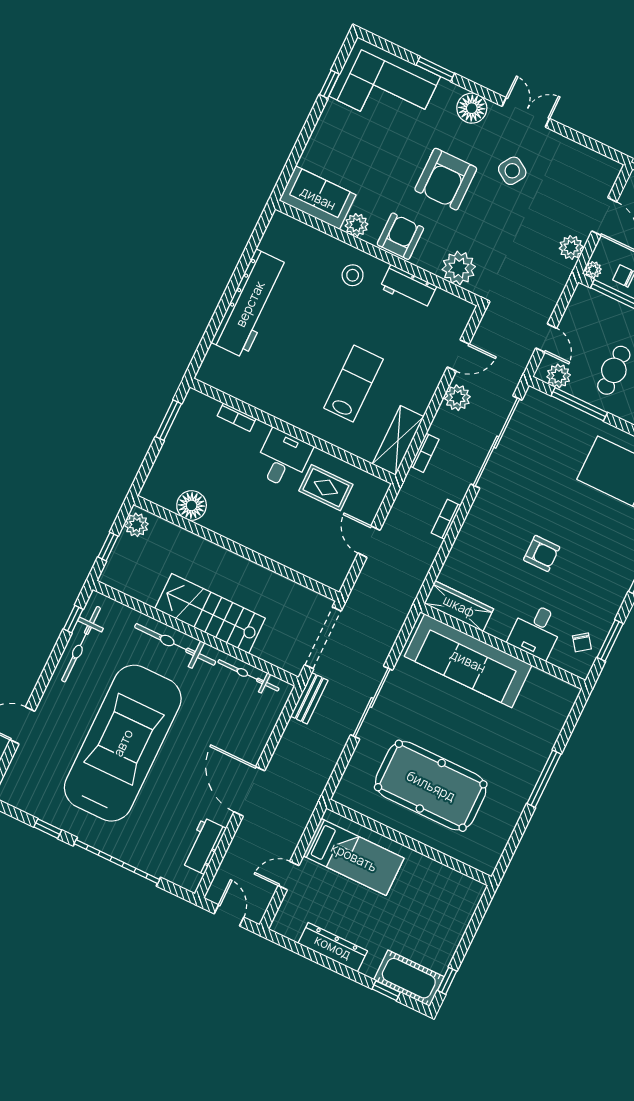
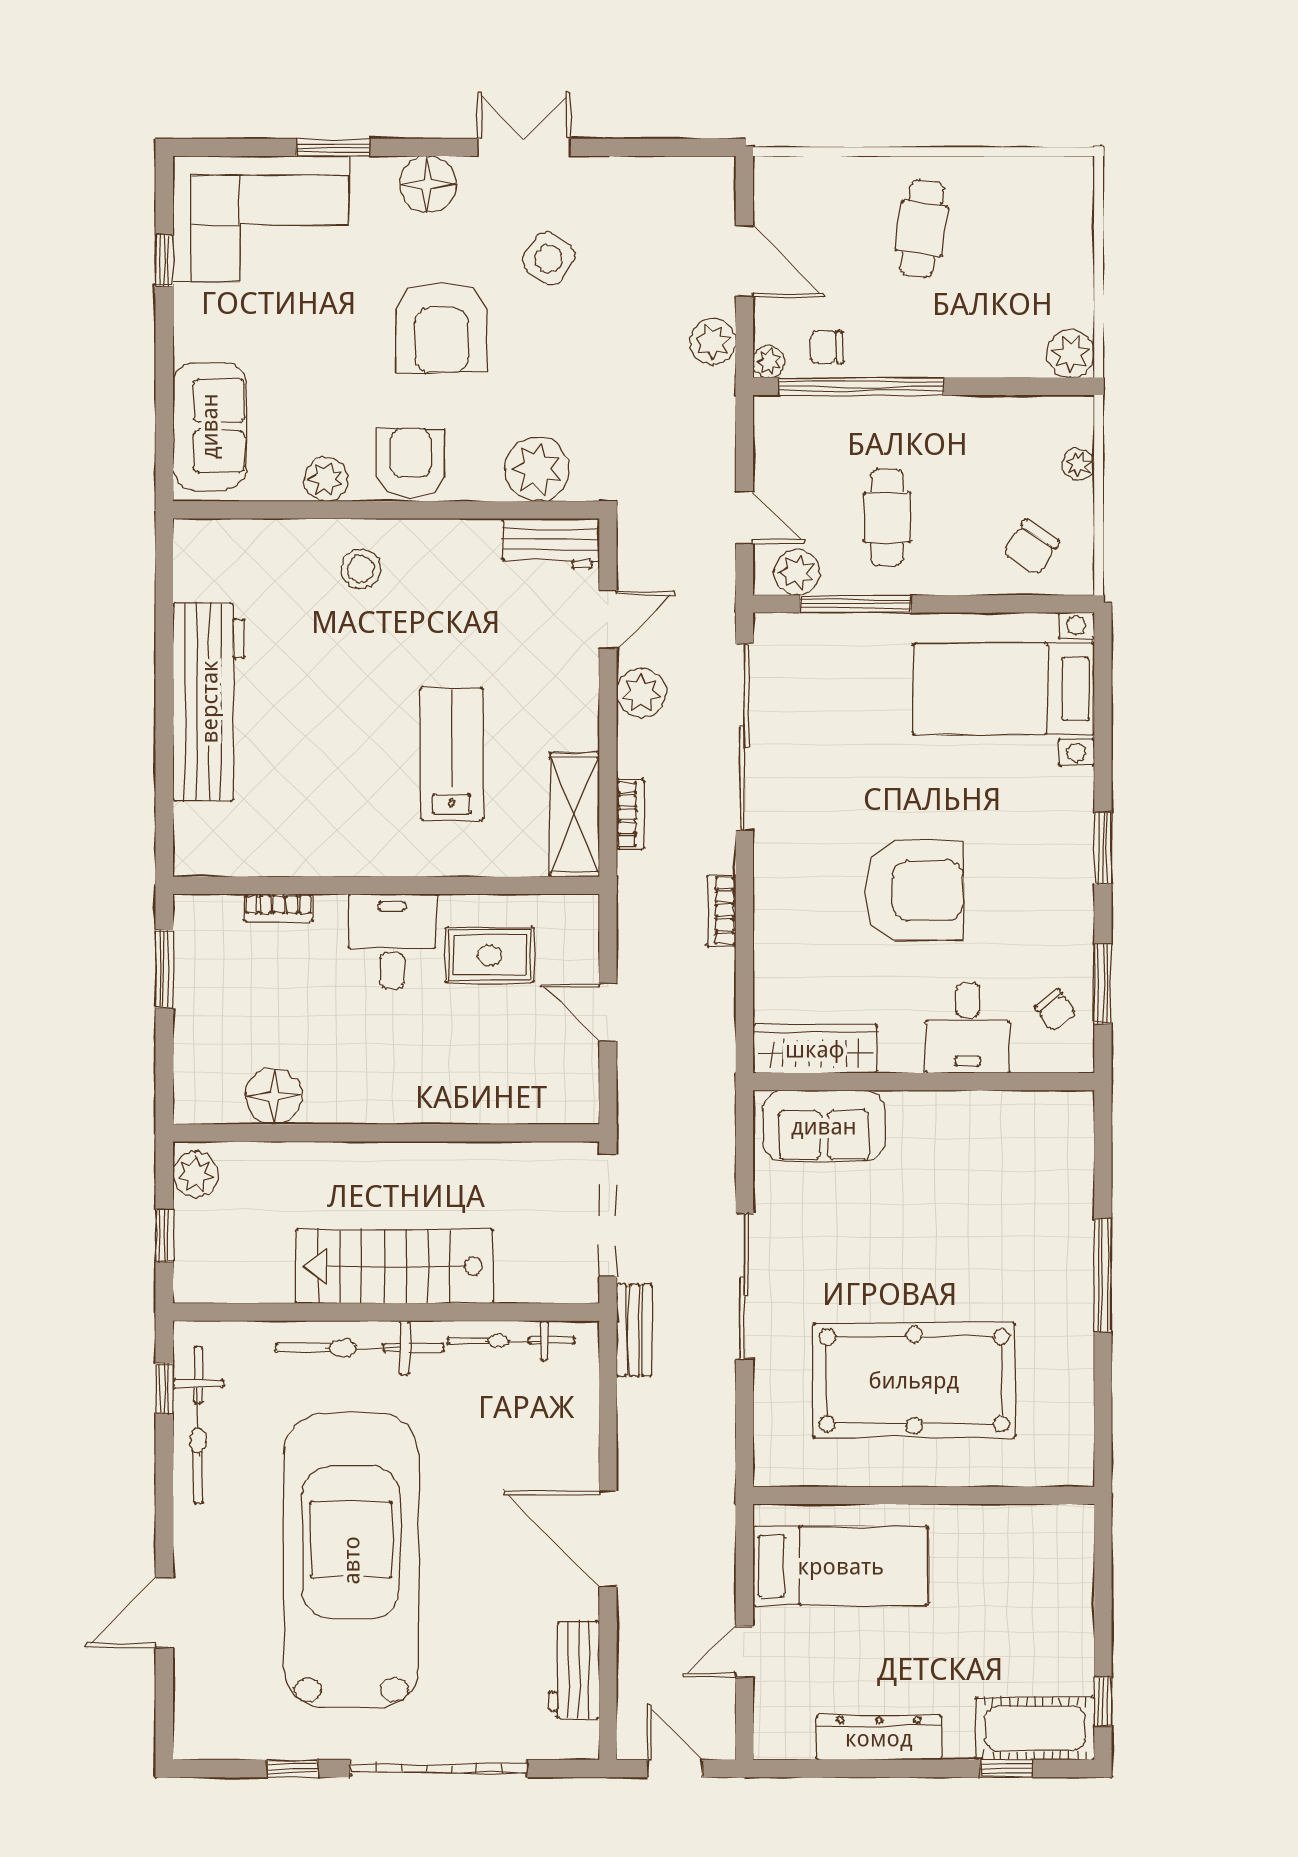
sofa: (318, 198) -> (209, 426), moved, turned 90
workbench: (408, 287) -> (551, 544), moved
armchair: (542, 553) -> (914, 891), width x1.88, depth x1.88
sofa: (468, 661) -> (824, 1126), width x0.54, depth x0.79

